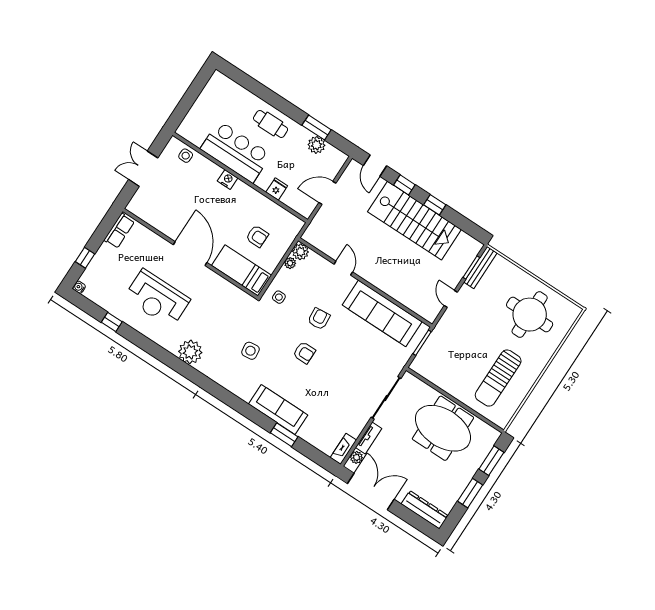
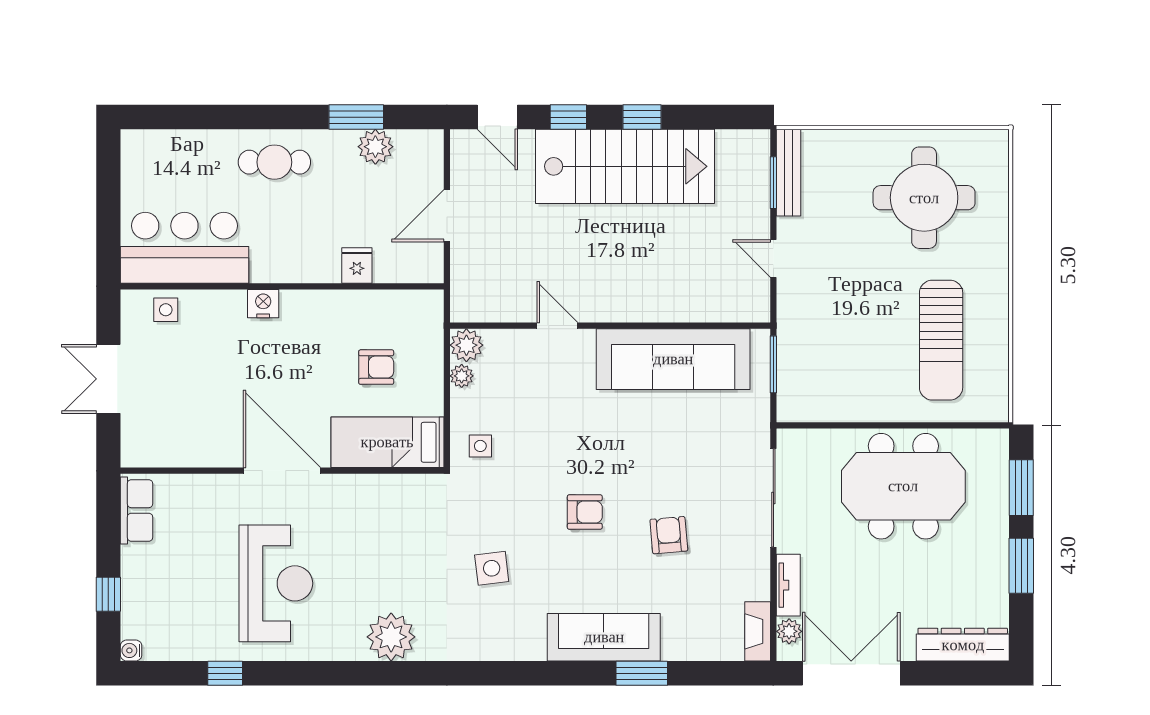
bar counter: (236, 152) -> (184, 248), moved
reception desk: (157, 299) -> (276, 583), turned -90
armchair: (319, 319) -> (669, 535), moved

